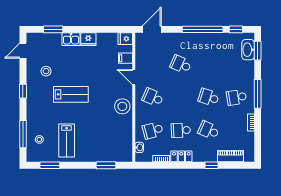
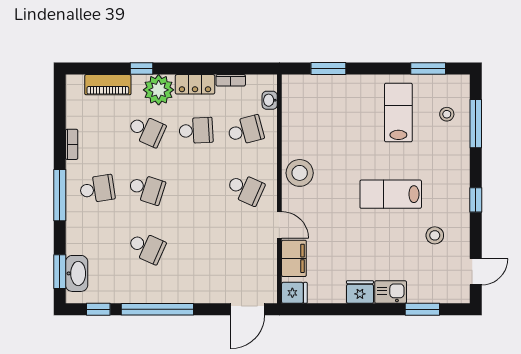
filing cabinet: (126, 58) -> (294, 258), width x2.00
school desk: (181, 64) -> (147, 247), moved
plant: (202, 153) -> (159, 90), added

